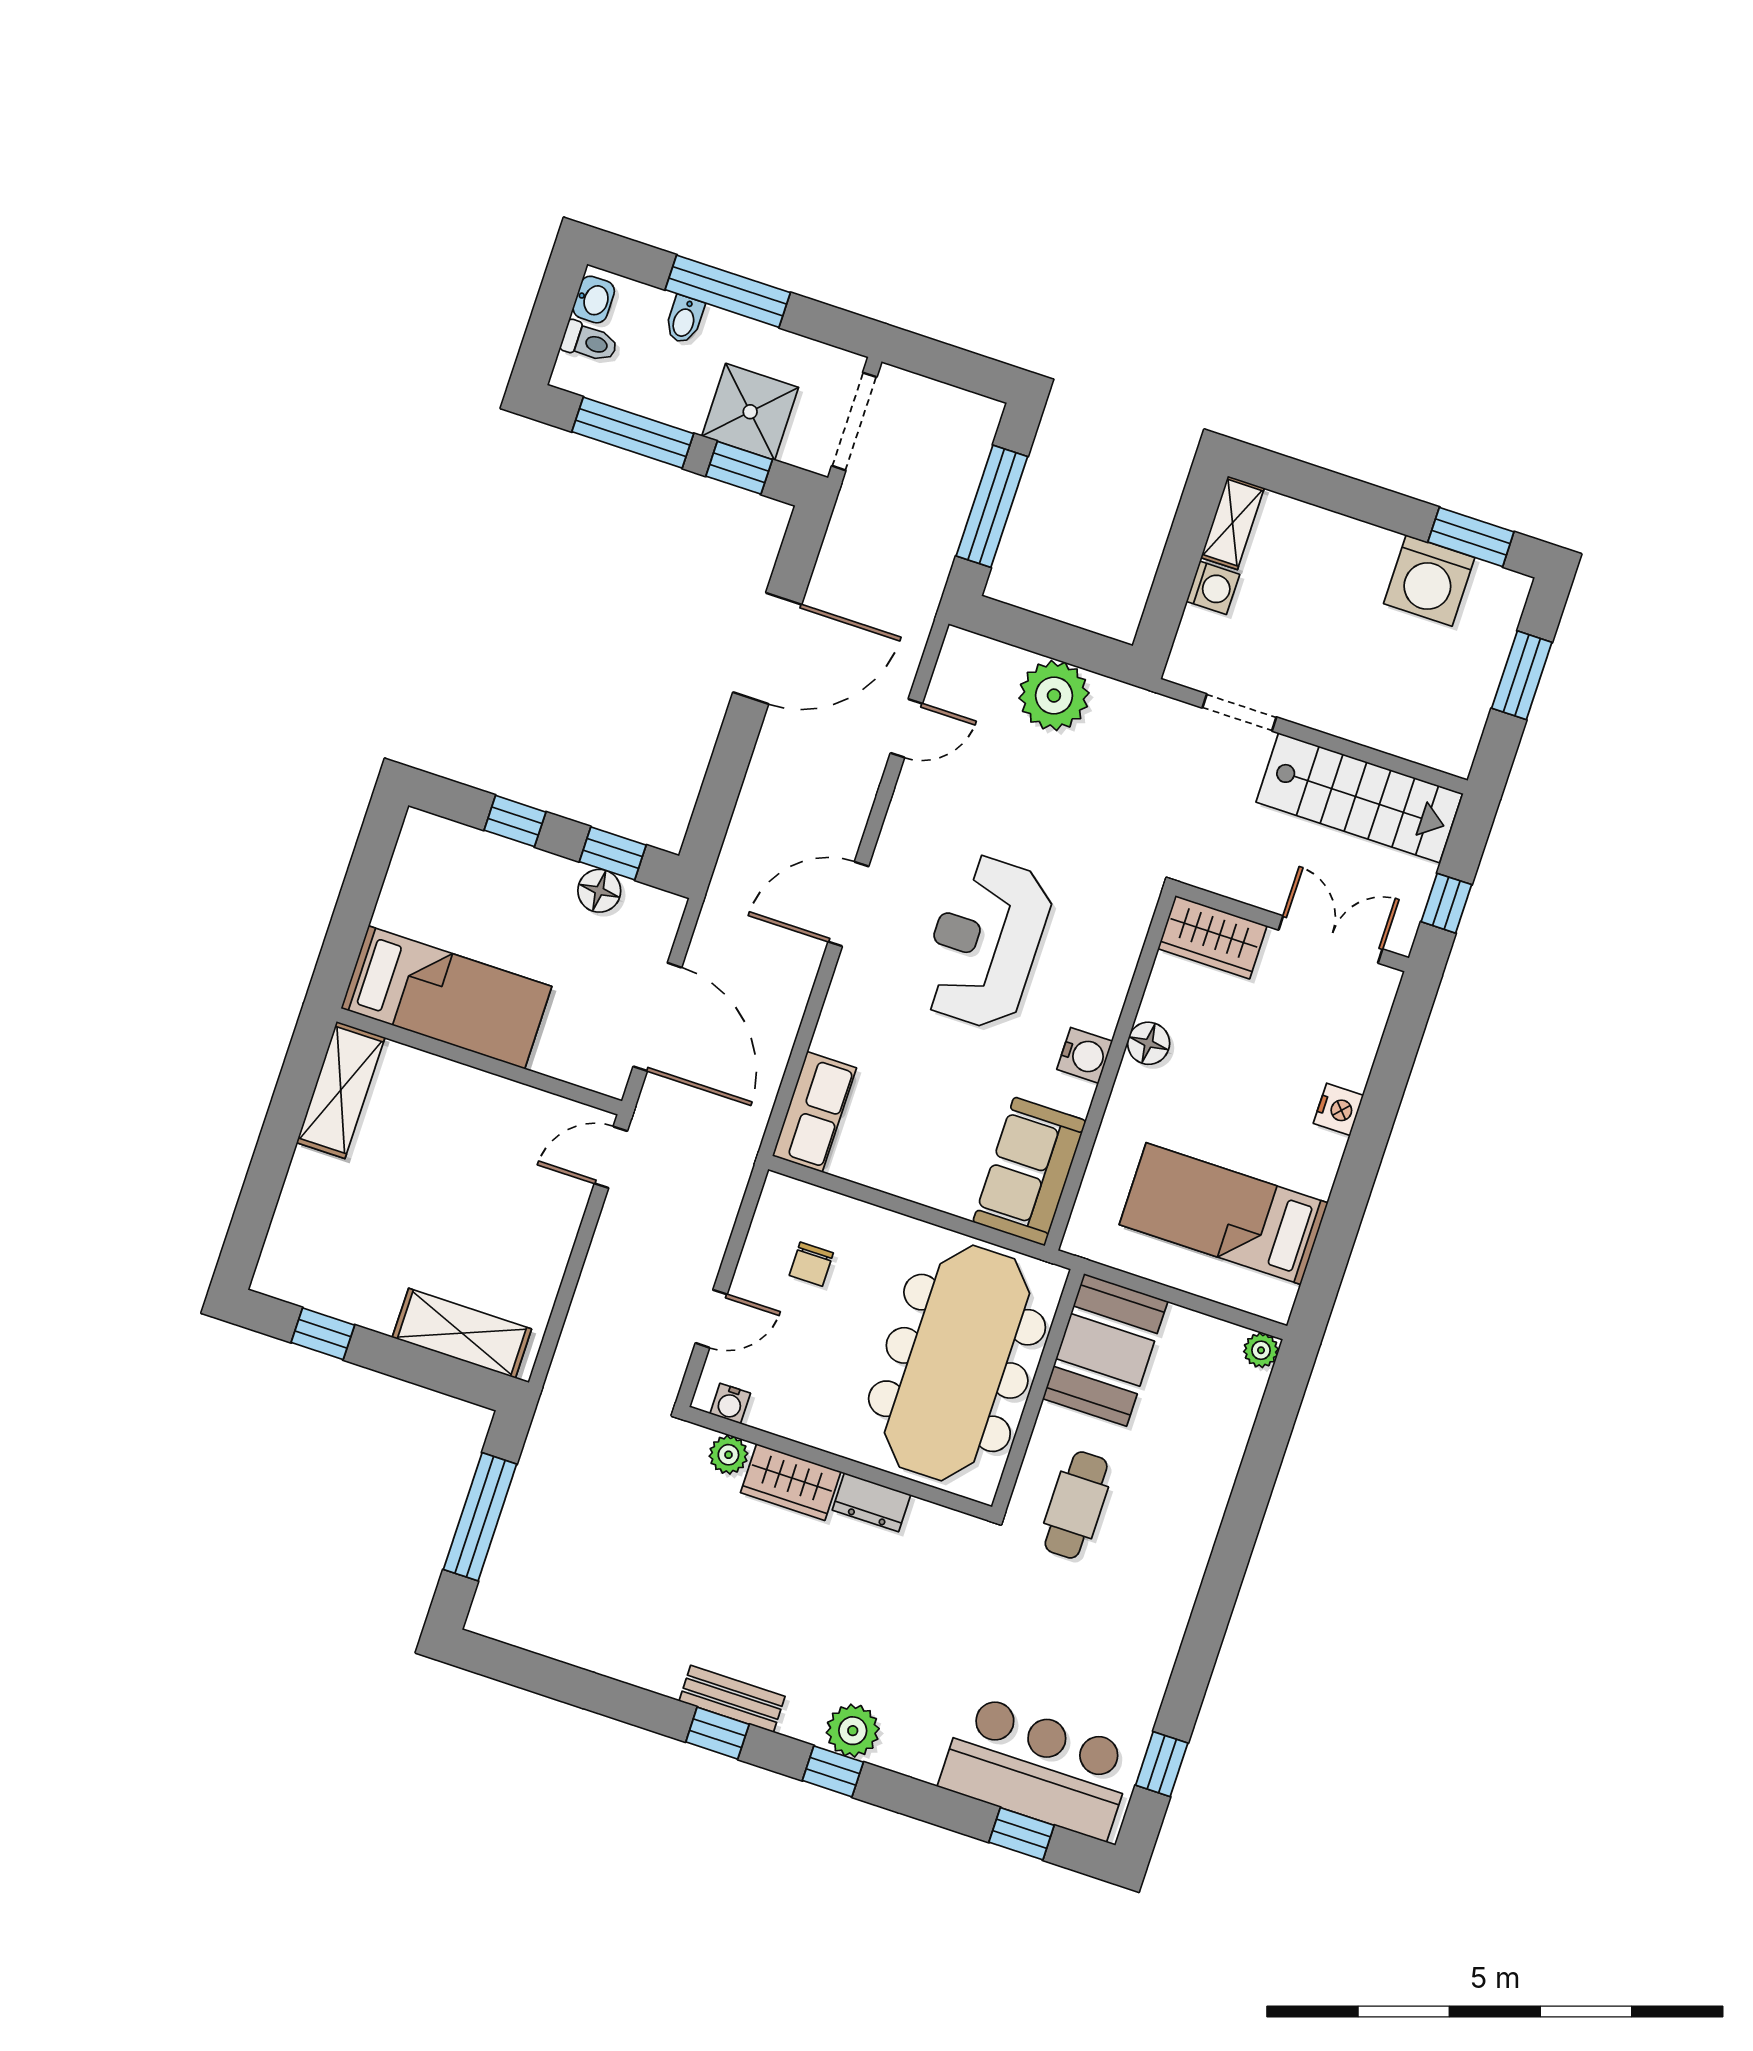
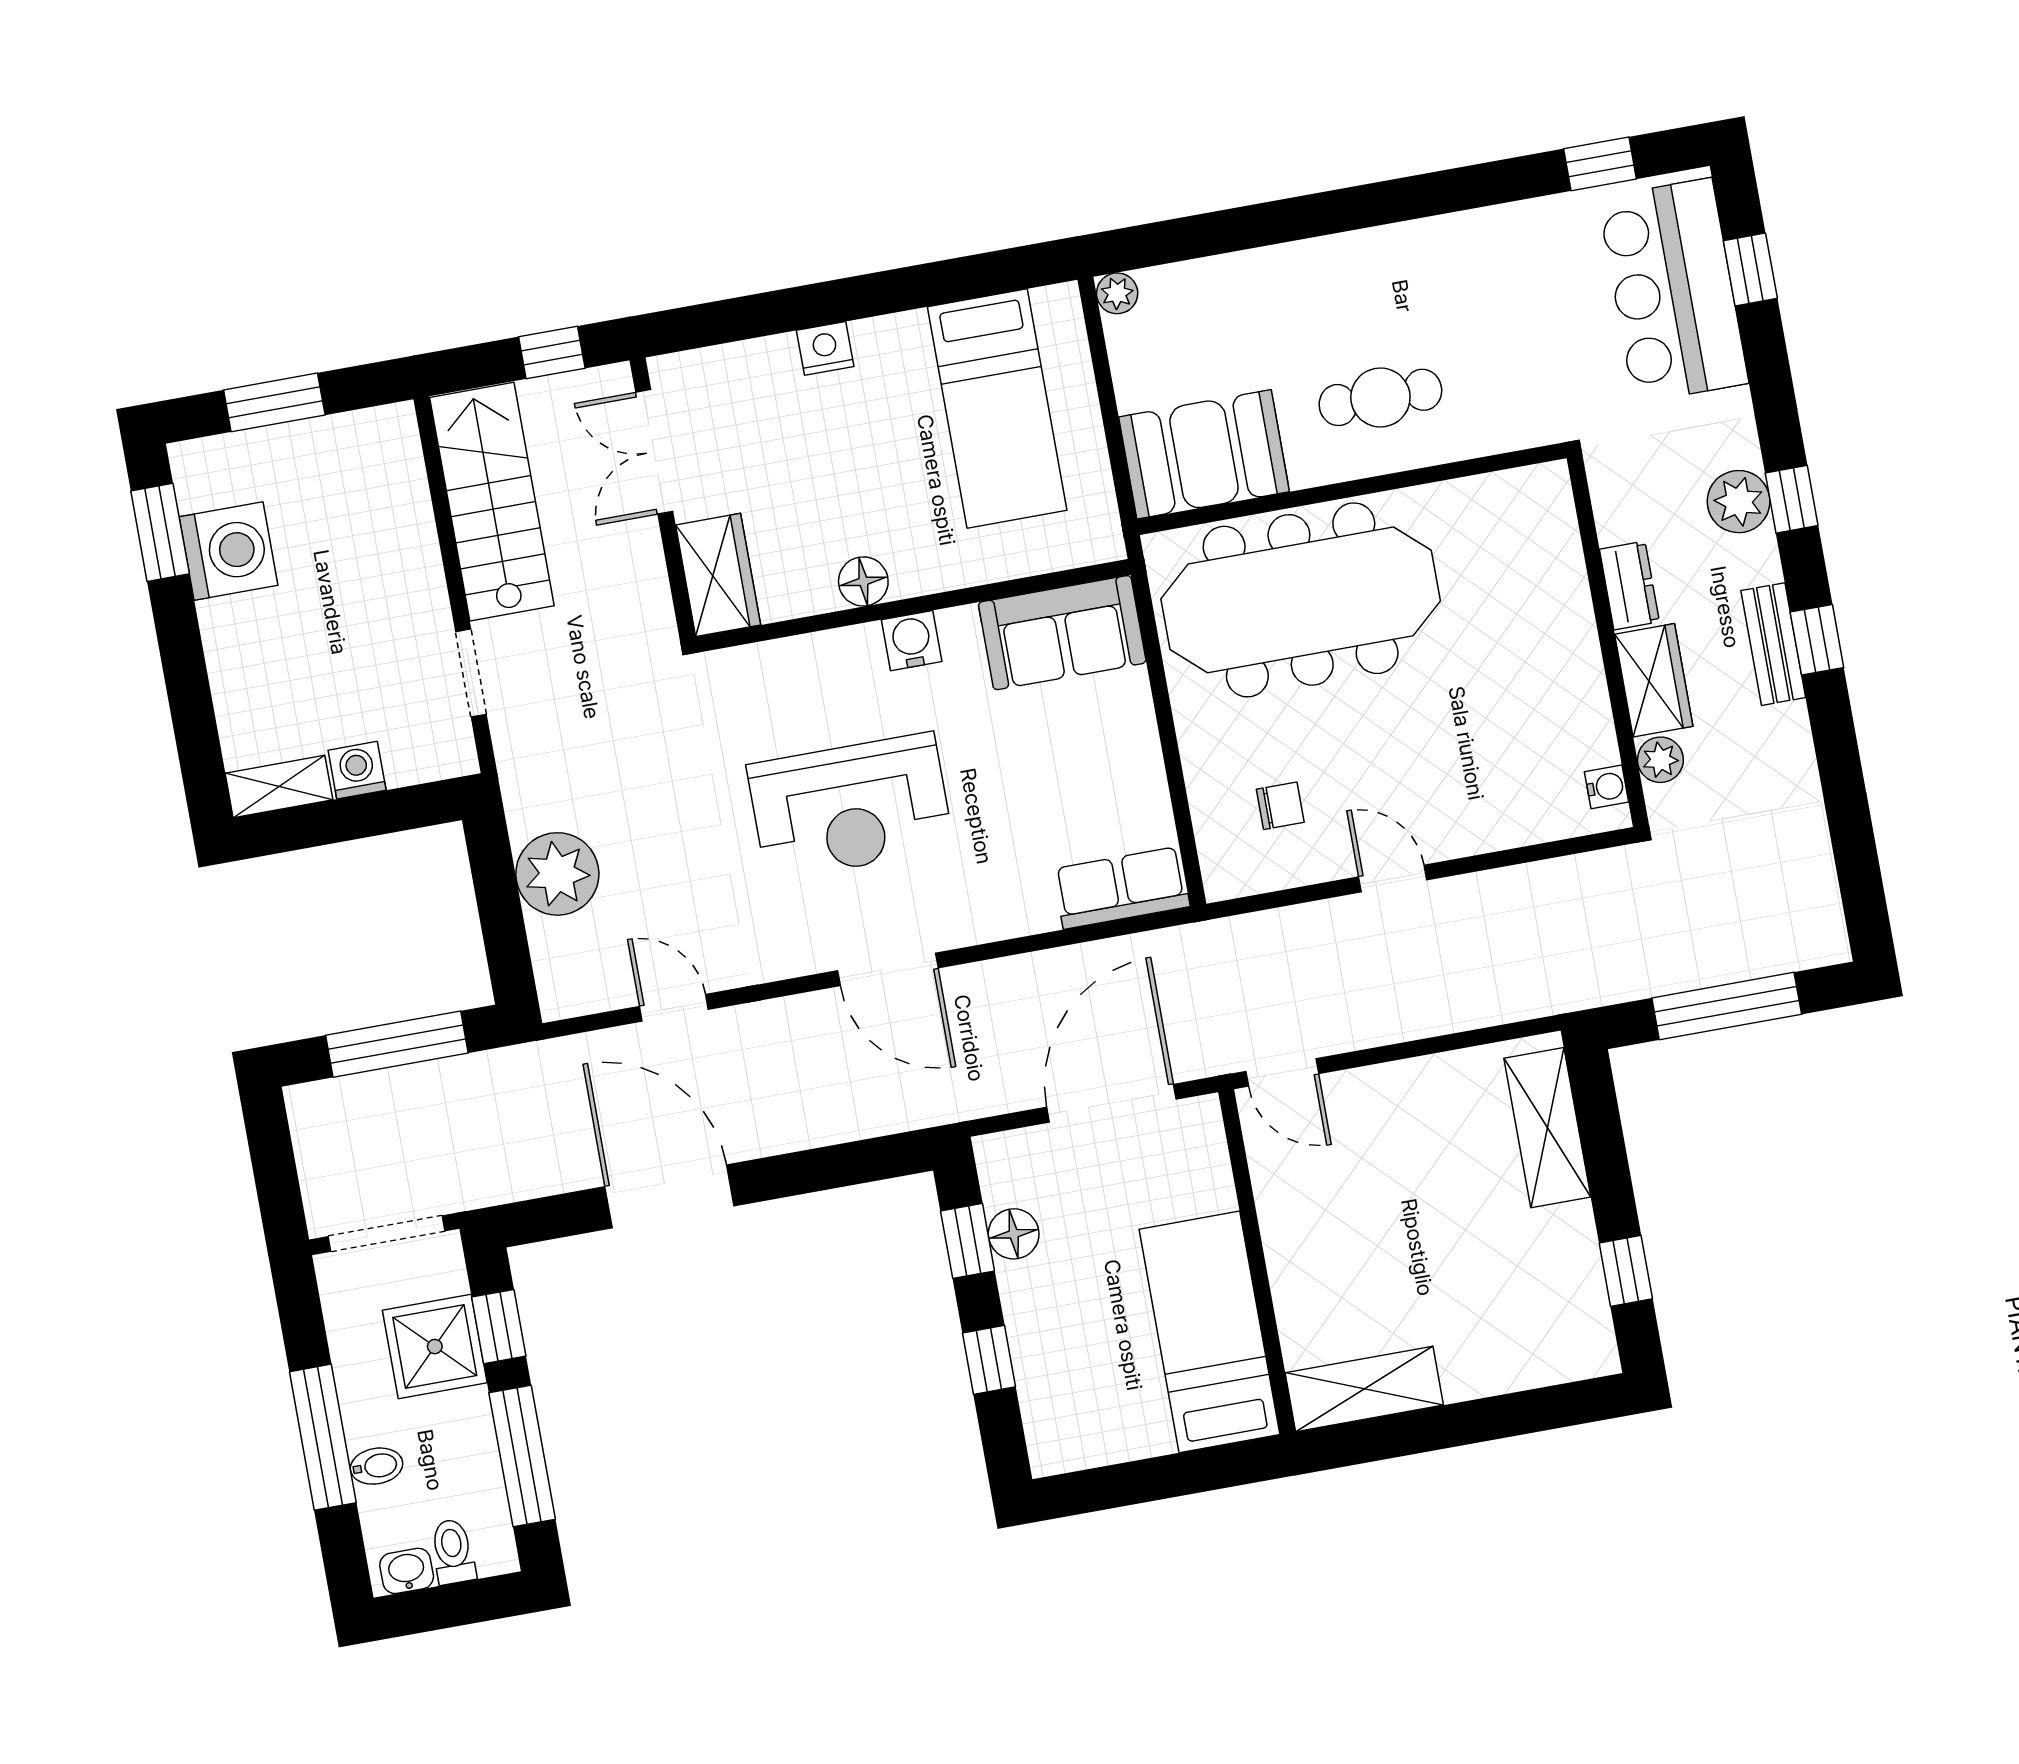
water cooler: (730, 1403) -> (1607, 787), moved
plant: (728, 1455) -> (1660, 760), moved
wall: (839, 1463) -> (1608, 641), moved
wardrobe: (791, 1482) -> (1654, 680), moved
dresser: (872, 1502) -> (1629, 585), moved

